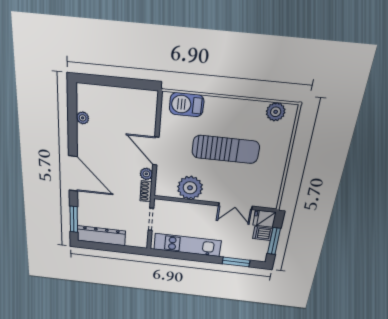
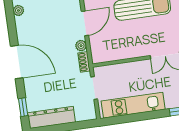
door: (156, 151) -> (85, 23), swing flipped
plant: (190, 188) -> (122, 49), removed
window: (74, 219) -> (23, 107), width x0.67

